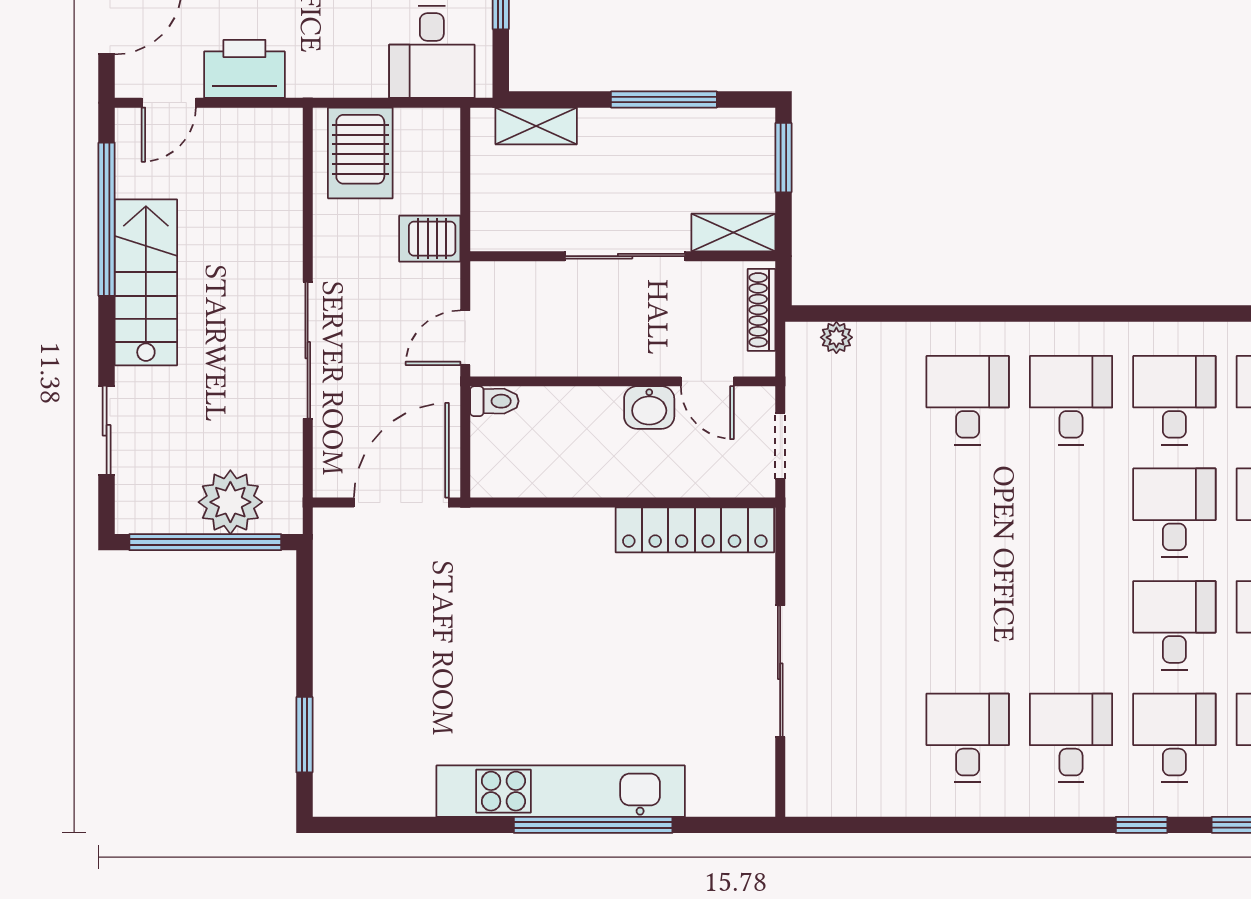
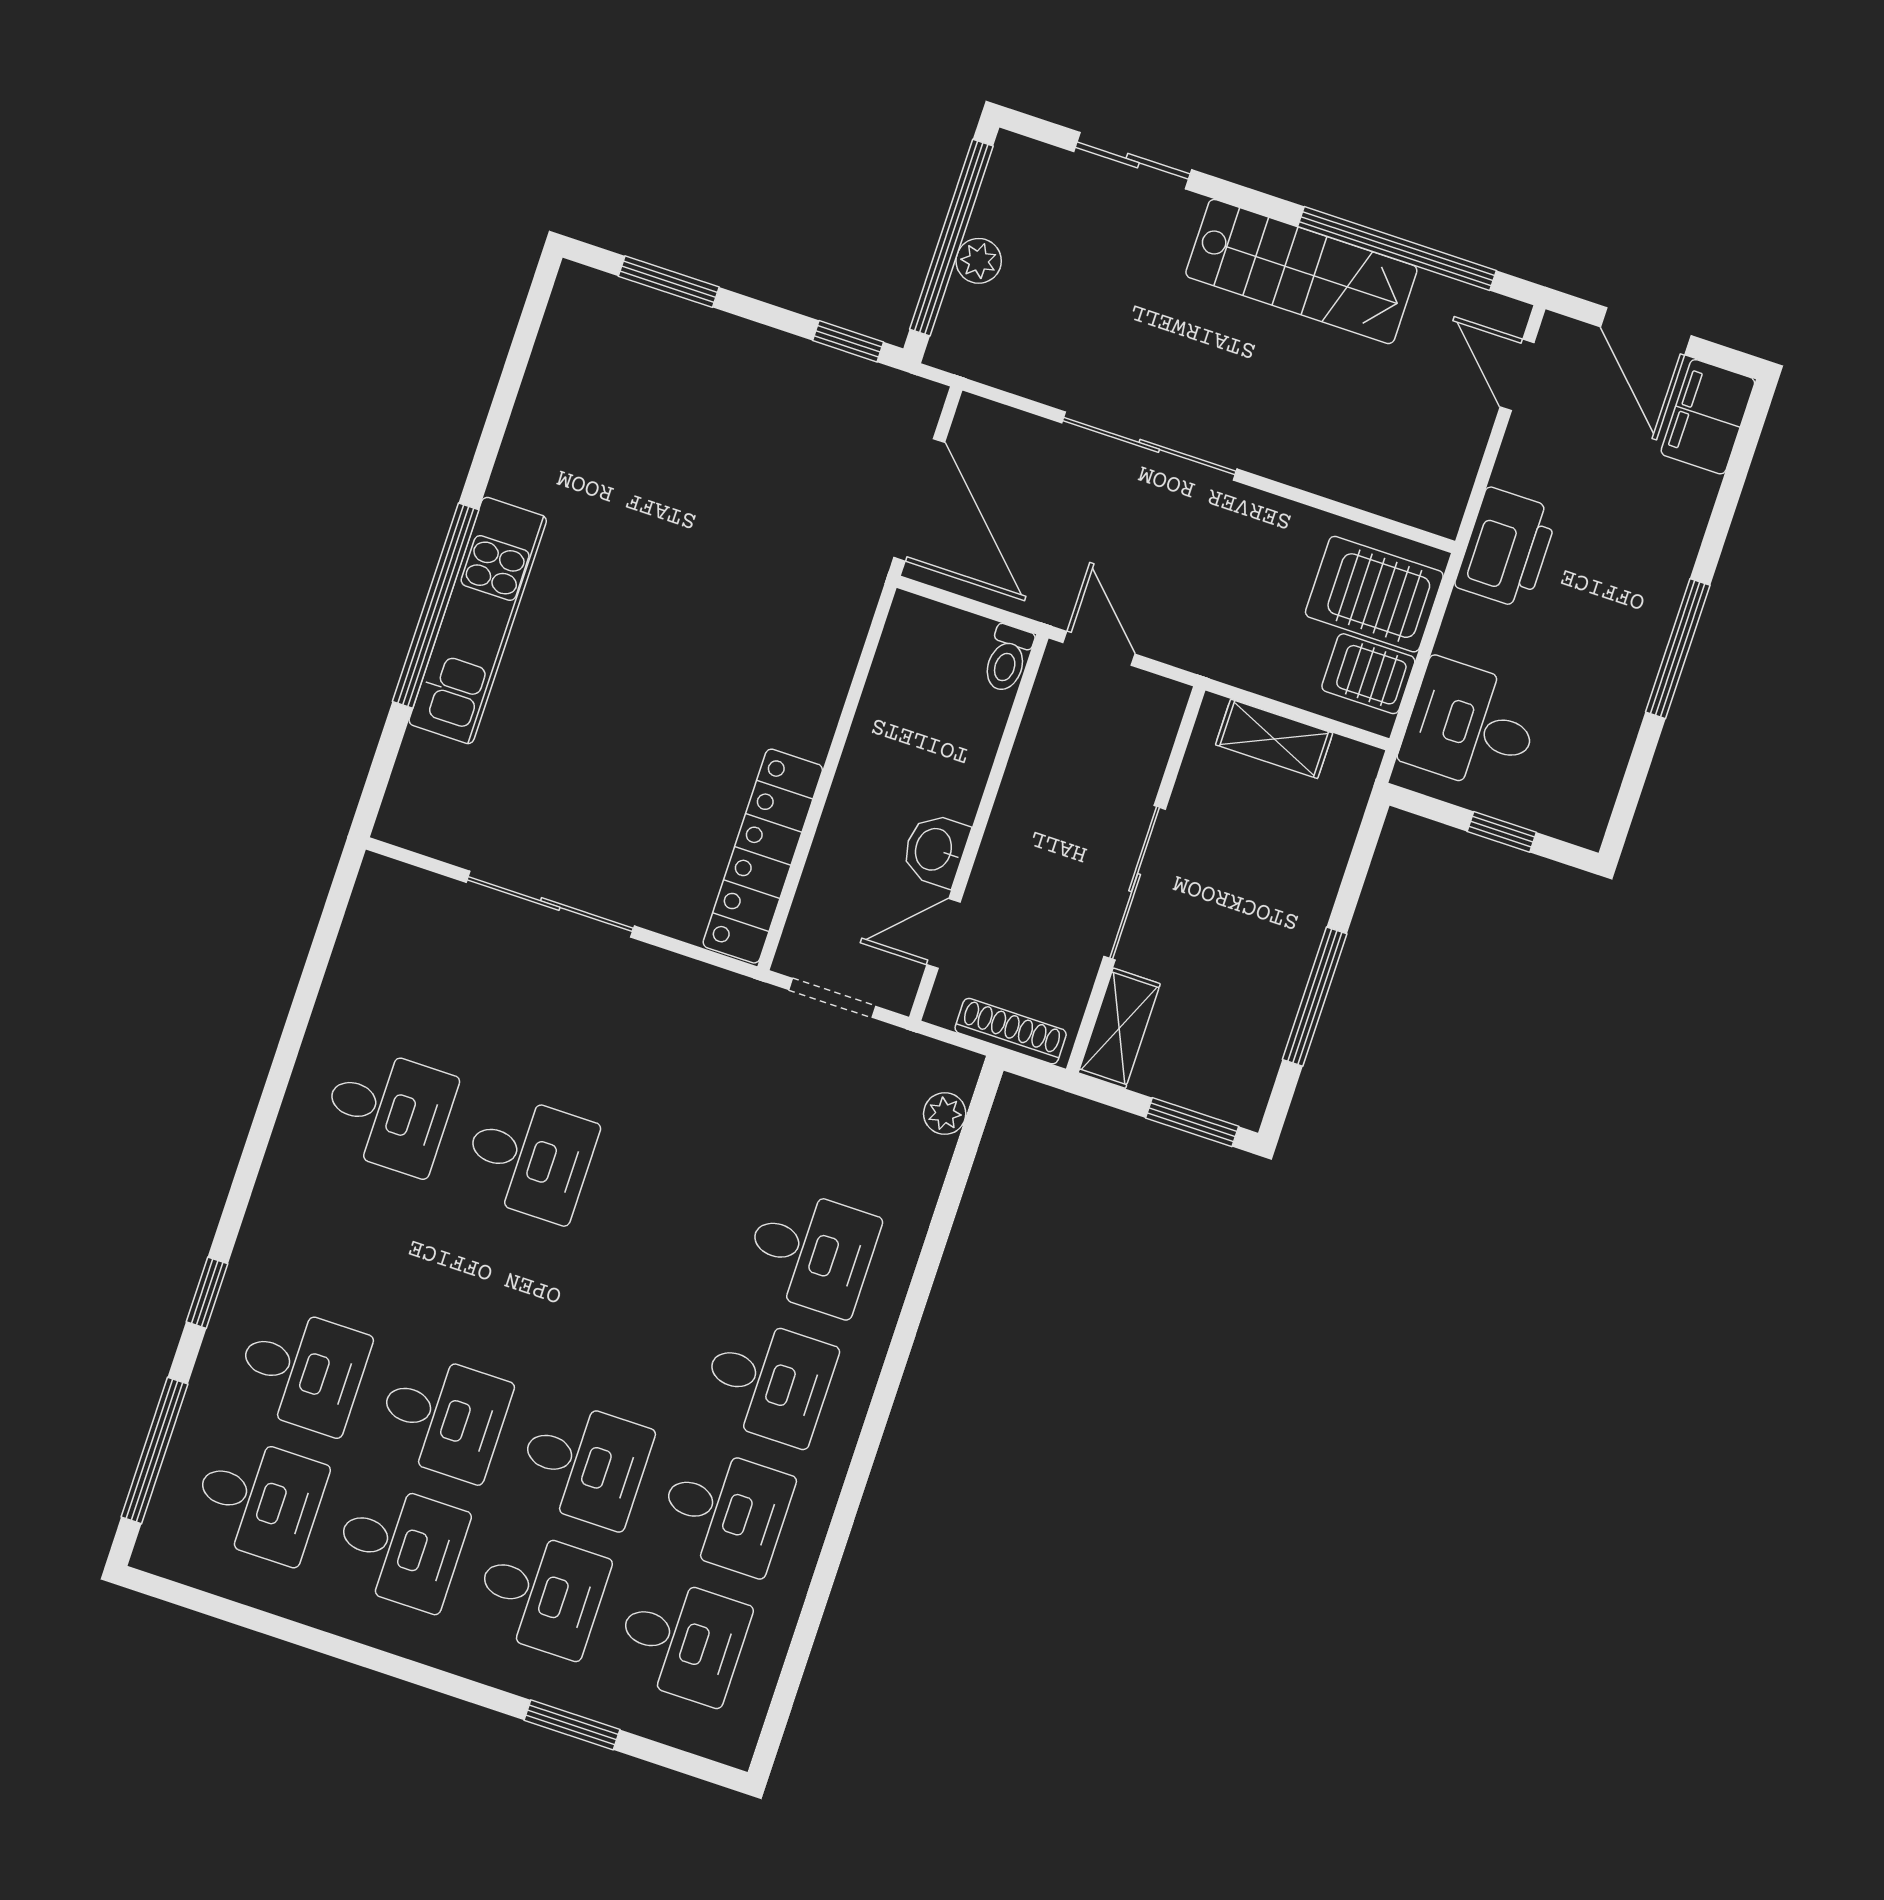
printer: (244, 69) -> (1507, 548), moved
shelving: (536, 126) -> (1274, 739), moved, turned 90
server rack: (430, 239) -> (1368, 674), moved, turned -90
plant: (230, 502) -> (979, 261), width x0.53, depth x0.53
window: (304, 592) -> (848, 341), added
desk: (1071, 738) -> (529, 1158), moved
kitchen unit: (561, 791) -> (478, 620), width x0.73

